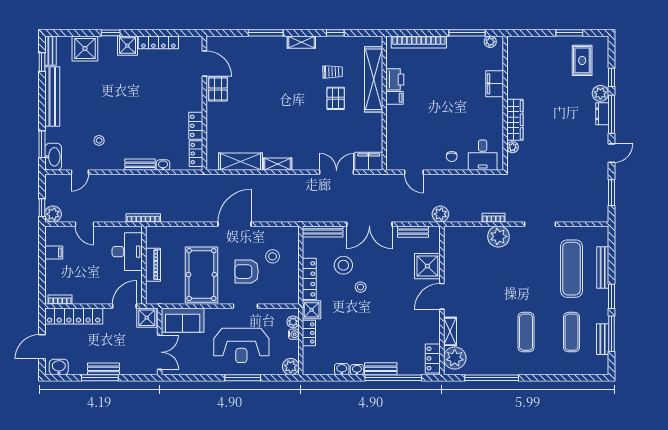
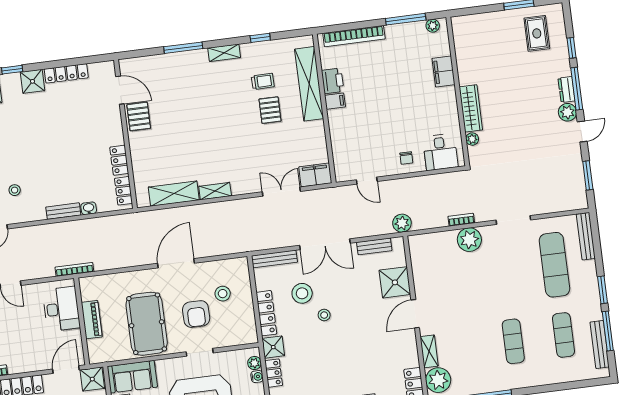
plant: (600, 93) -> (567, 112), moved
bench: (603, 267) -> (586, 236), moved
armchair: (247, 272) -> (196, 314), turned -90
bench: (603, 339) -> (600, 345), width x1.36

